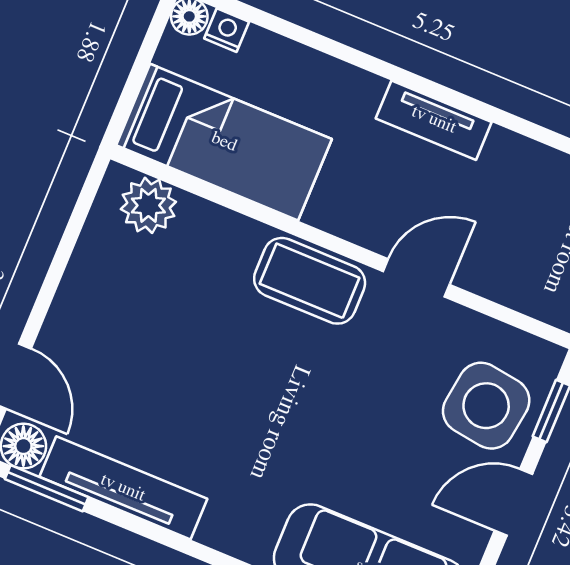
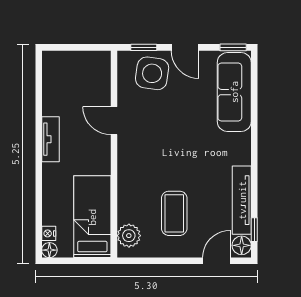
coffee table: (310, 281) -> (174, 213), moved
window: (47, 488) -> (254, 230), width x0.67

